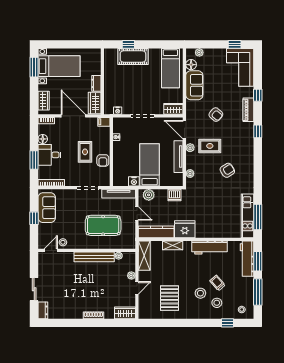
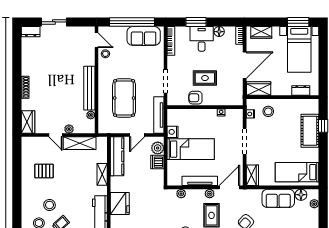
dresser: (96, 83) -> (301, 91), moved
stool: (115, 94) -> (268, 111), added
filing cabinet: (104, 122) -> (238, 99), removed
dishwasher: (174, 195) -> (157, 162), moved
window: (34, 218) -> (132, 22), width x3.17
fridge: (185, 229) -> (120, 204), moved
shelving: (144, 256) -> (80, 143), moved
pallet: (169, 298) -> (44, 171), width x0.67, depth x0.71

